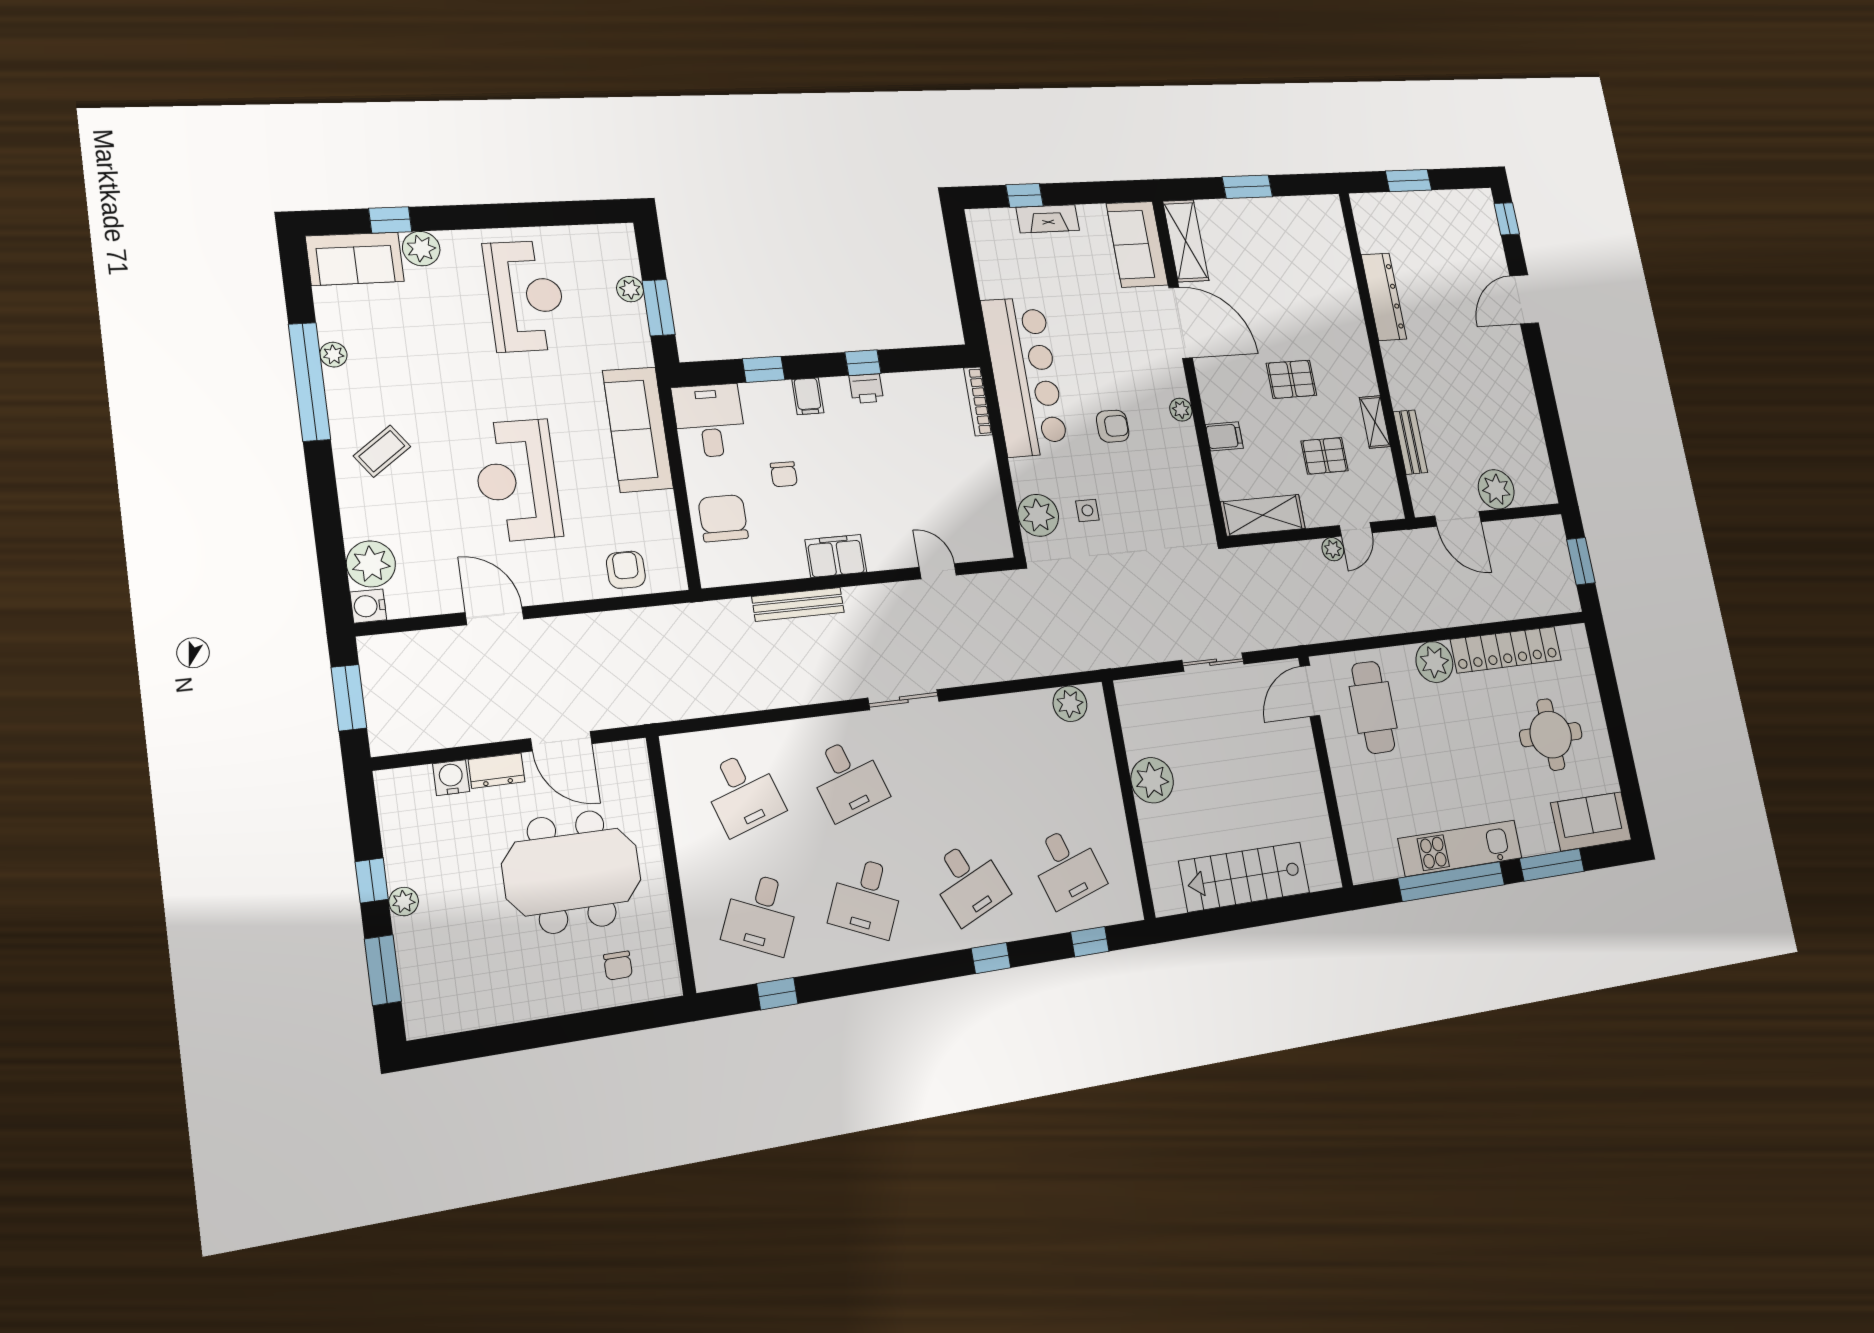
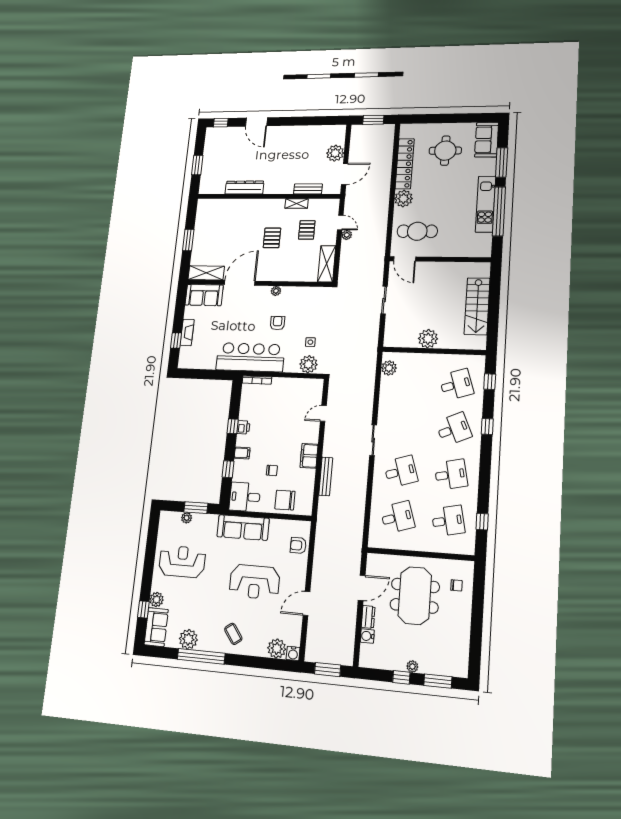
plant: (333, 355) -> (188, 639), width x1.88, depth x1.88
filing cabinet: (1224, 436) -> (291, 274), removed
desk: (867, 897) -> (451, 475), turned -36
desk: (761, 913) -> (448, 521), turned -36

